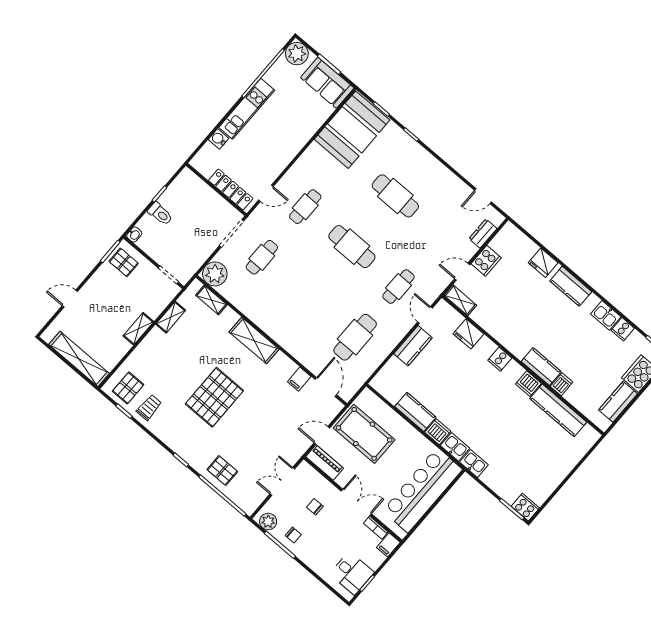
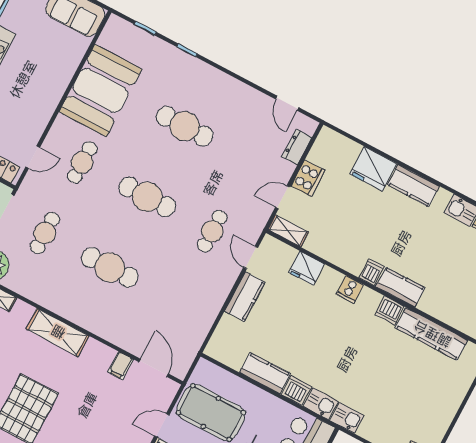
booth: (352, 130) -> (100, 91), moved
door: (483, 196) -> (287, 103), hinge flipped
fridge: (543, 263) -> (373, 169), width x1.36, depth x1.34
cafe table: (355, 337) -> (110, 267), moved, turned 90
dishwasher: (562, 384) -> (372, 272), moved

